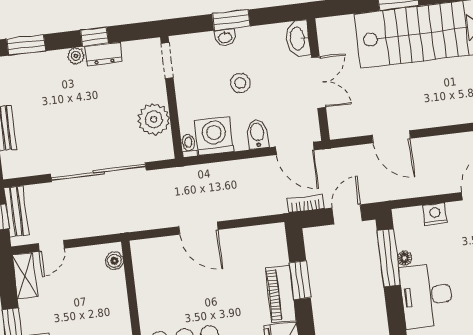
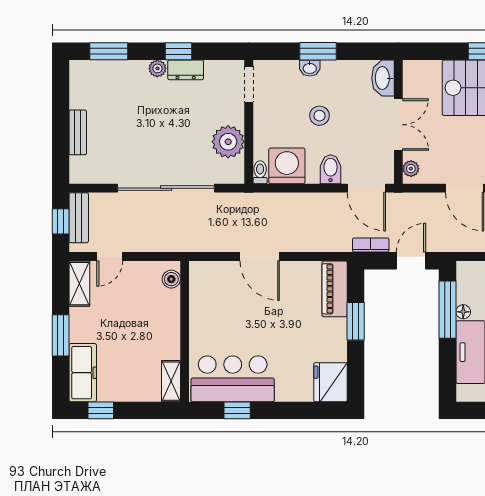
plant: (336, 124) -> (411, 169), added
piano: (281, 294) -> (335, 289), moved

